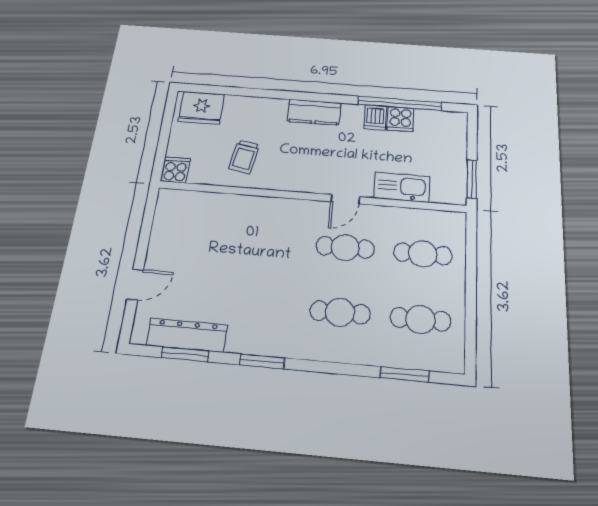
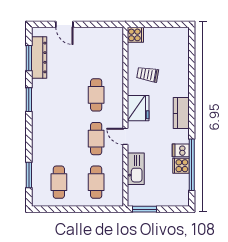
fridge: (201, 108) -> (138, 108), moved, turned 180
cafe table: (340, 312) -> (96, 95), moved

